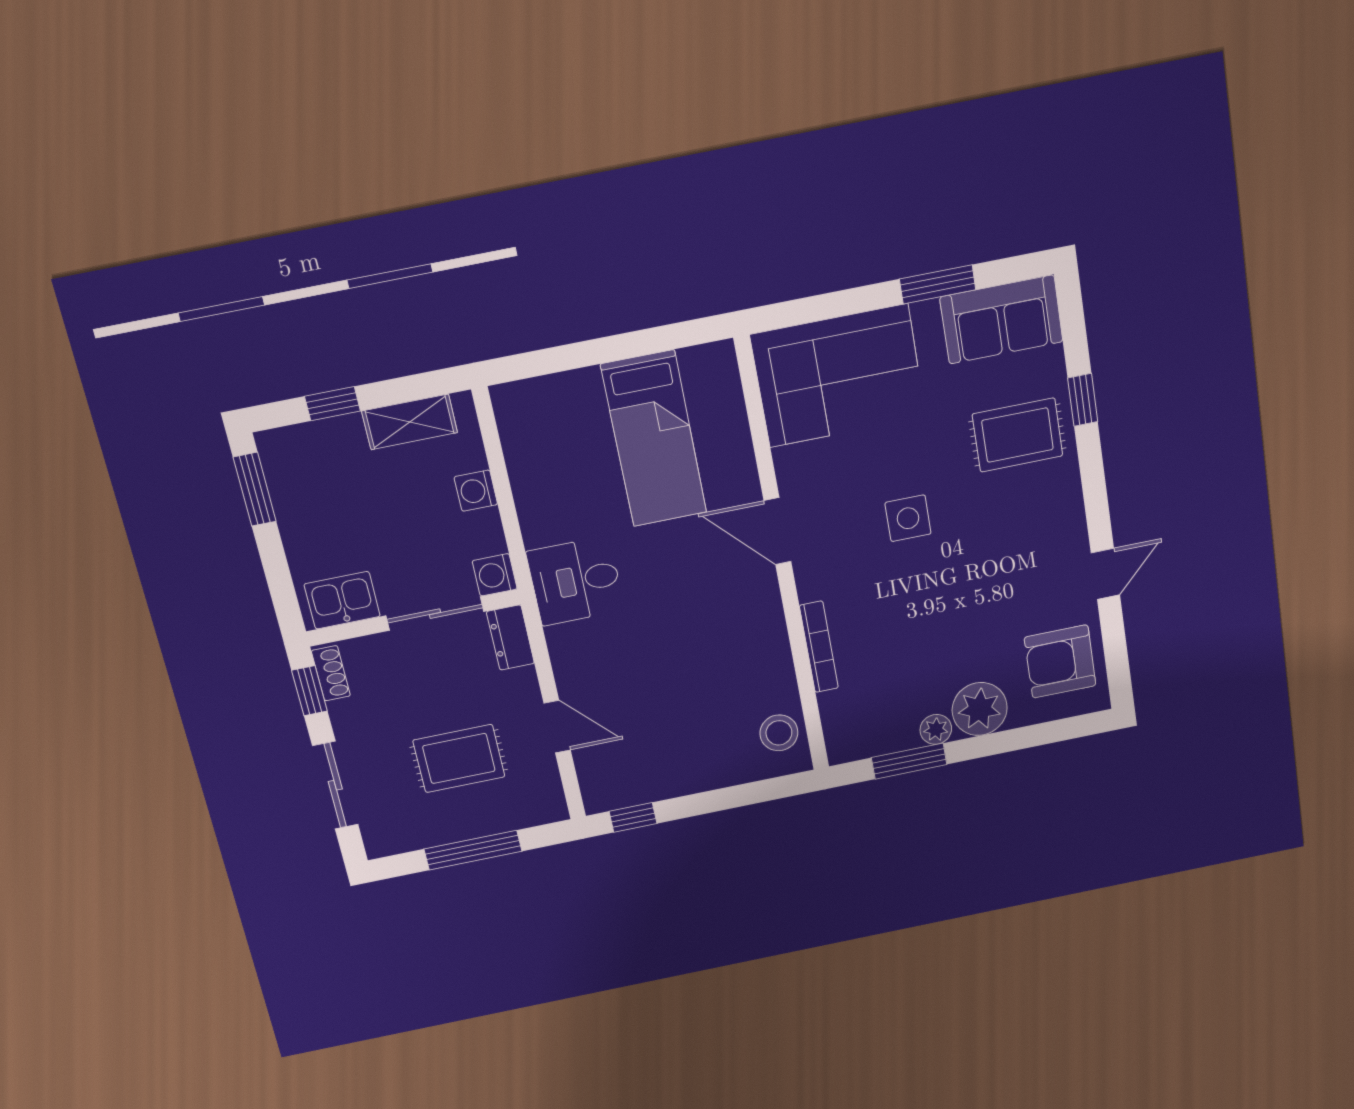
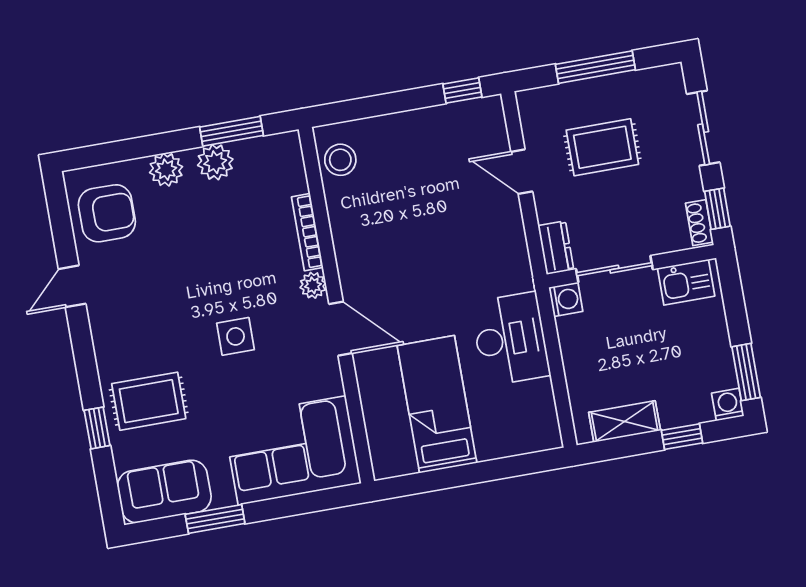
washing machine: (476, 491) -> (728, 404), moved, turned -90
desk: (576, 581) -> (510, 339), moved, width x1.37
plant: (812, 583) -> (313, 285), added
plant: (980, 709) -> (166, 170), width x0.73, depth x0.73
plant: (936, 729) -> (215, 162), width x1.38, depth x1.38

